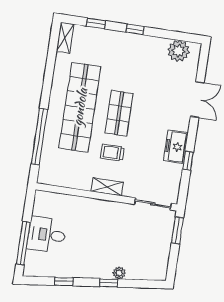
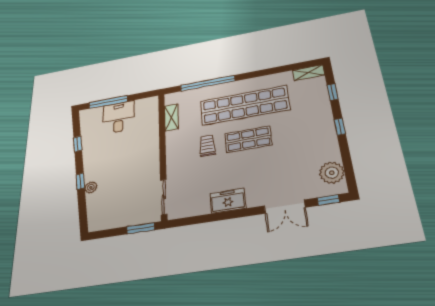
window: (188, 161) -> (328, 200), moved
shelving: (107, 187) -> (171, 117), moved

